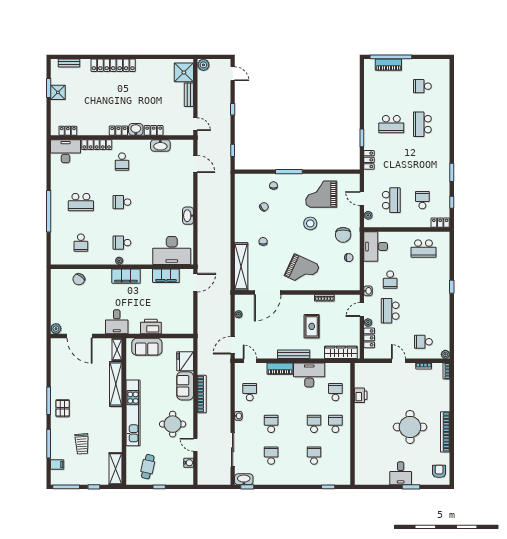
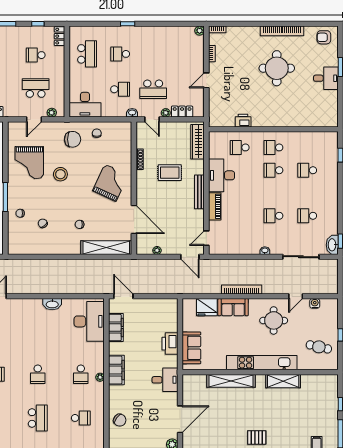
school desk: (423, 342) -> (120, 54), moved, turned 90
shelving: (117, 350) -> (194, 380), removed
school desk: (250, 392) -> (240, 239), removed
trolley: (82, 444) -> (295, 417), removed
shelving: (116, 469) -> (283, 381), moved

